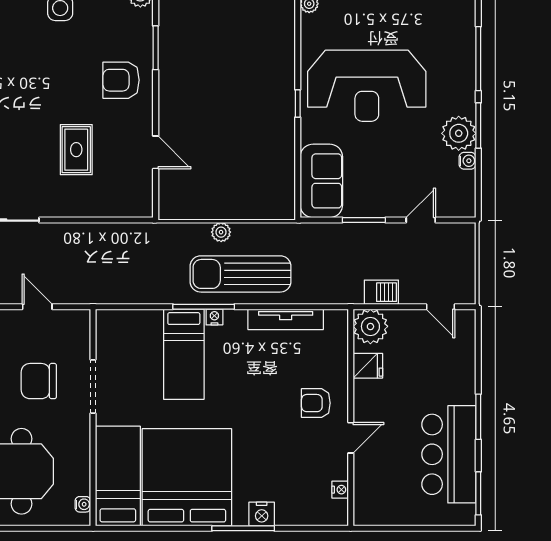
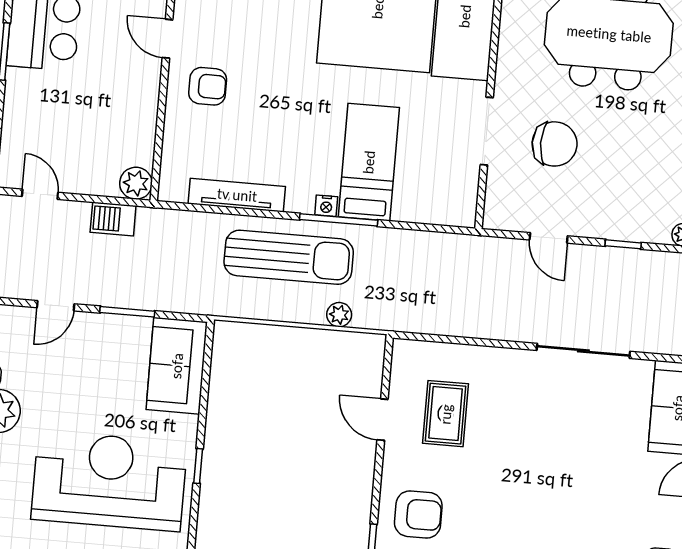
rug: (76, 150) -> (446, 414), moved
plant: (221, 232) -> (339, 315), moved
plant: (370, 326) -> (136, 183), width x0.73, depth x0.73
fridge: (368, 366) -> (138, 128), removed
door: (351, 438) -> (168, 39), hinge flipped

